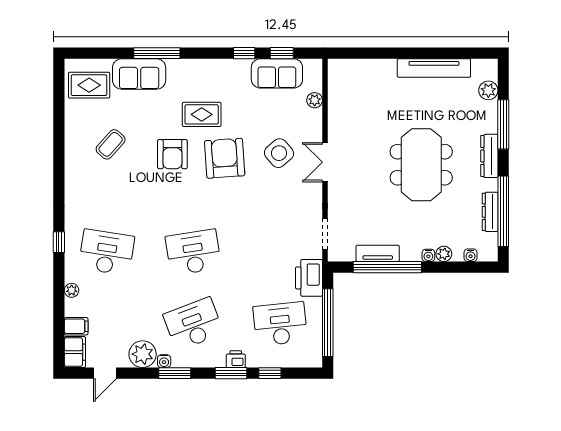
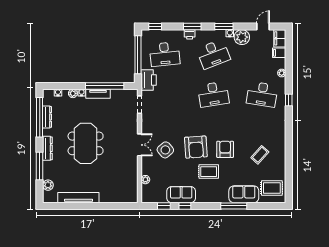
sofa: (277, 73) -> (181, 195), moved
tv unit: (378, 253) -> (98, 94), moved
window: (270, 373) -> (155, 27), moved

